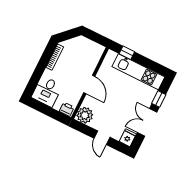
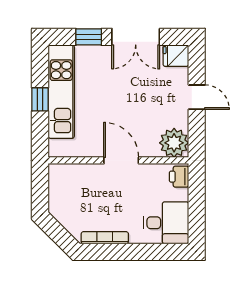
window: (127, 53) -> (40, 99), moved
door: (89, 84) -> (121, 160), hinge flipped
door: (102, 138) -> (197, 97), hinge flipped

